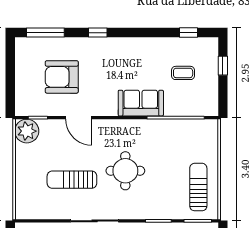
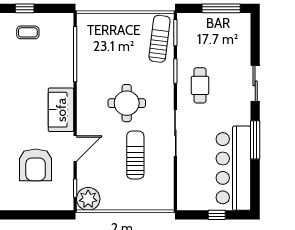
coffee table: (183, 73) -> (28, 32), moved, turned 90
sofa: (141, 103) -> (61, 110), moved
sun lounger: (72, 180) -> (135, 155), turned 180
sun lounger: (198, 187) -> (160, 39), moved, turned 97

